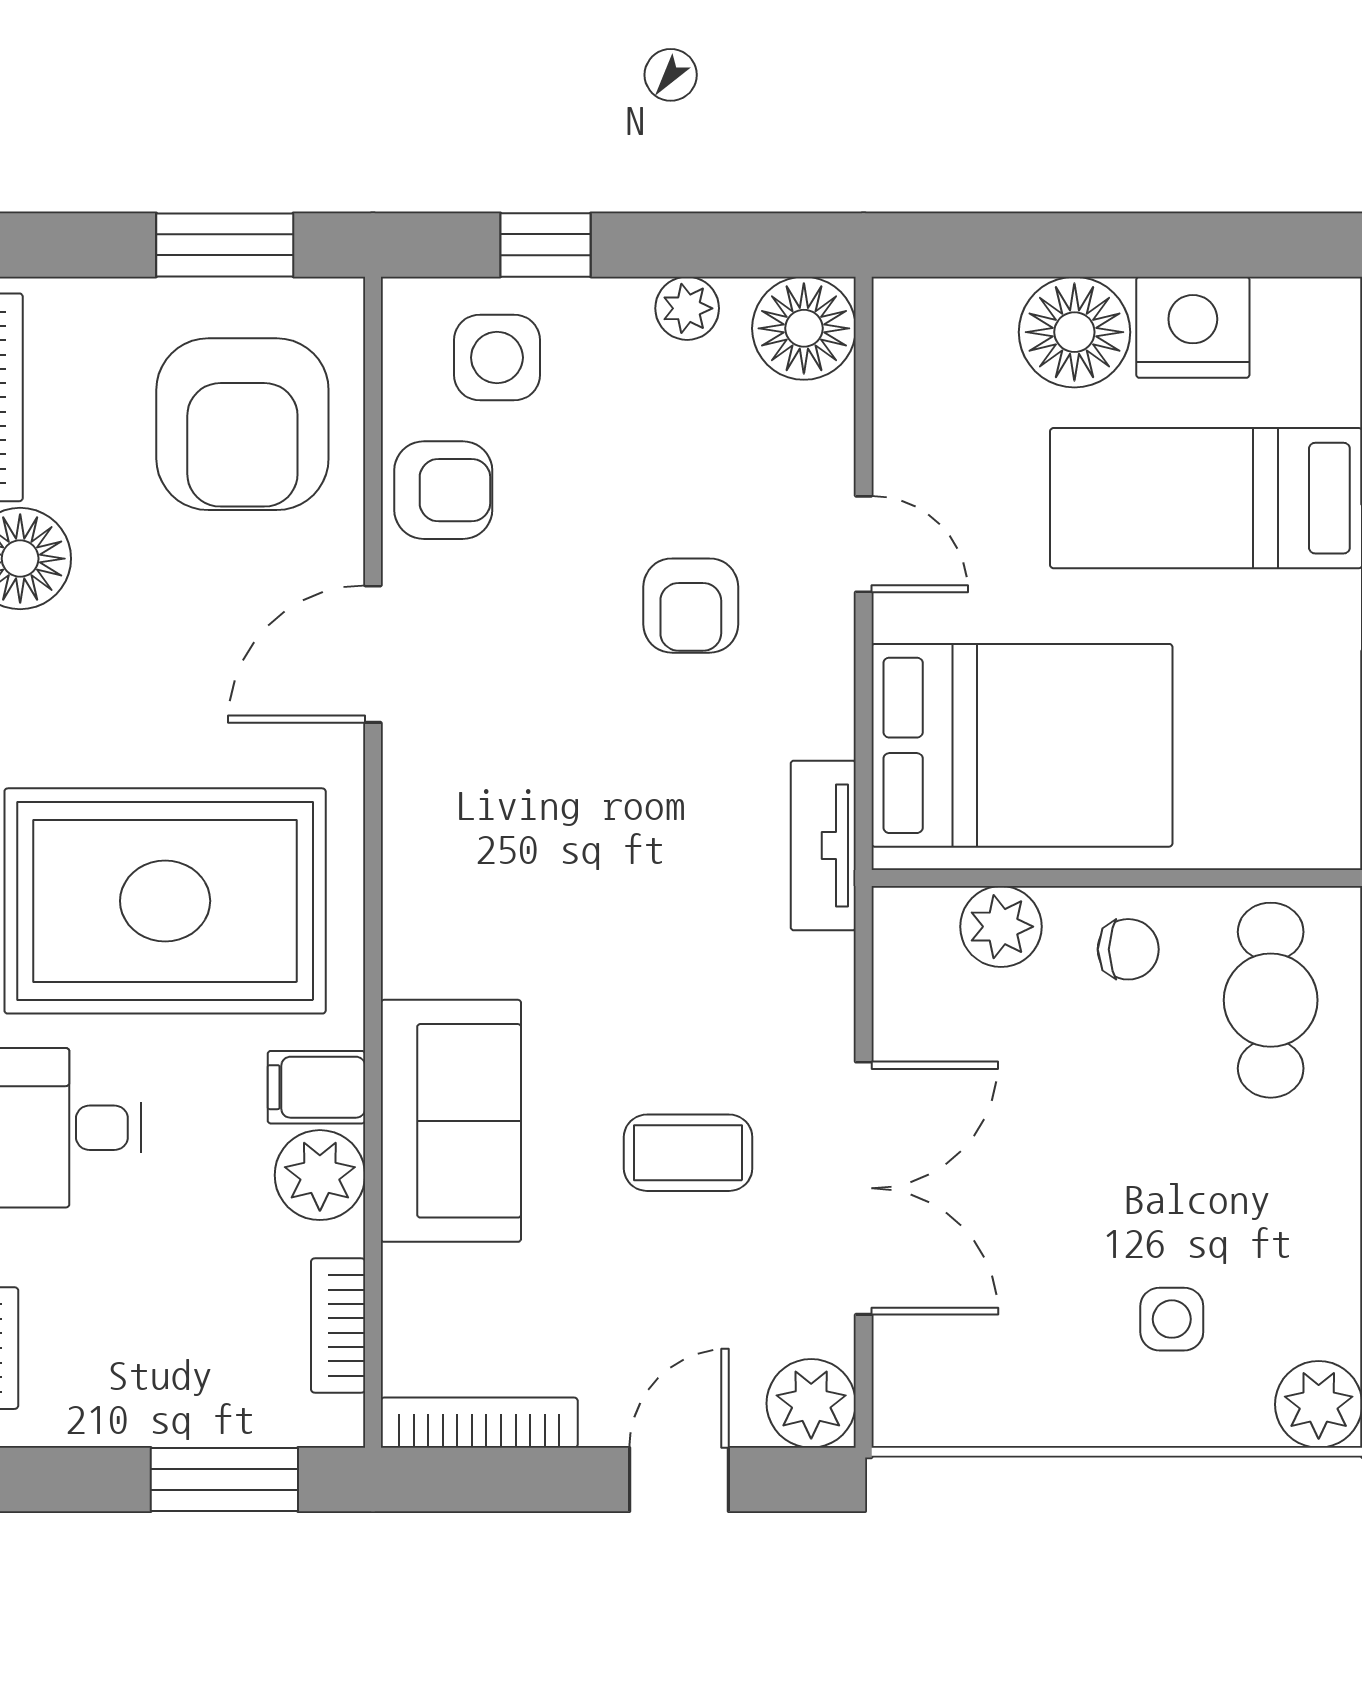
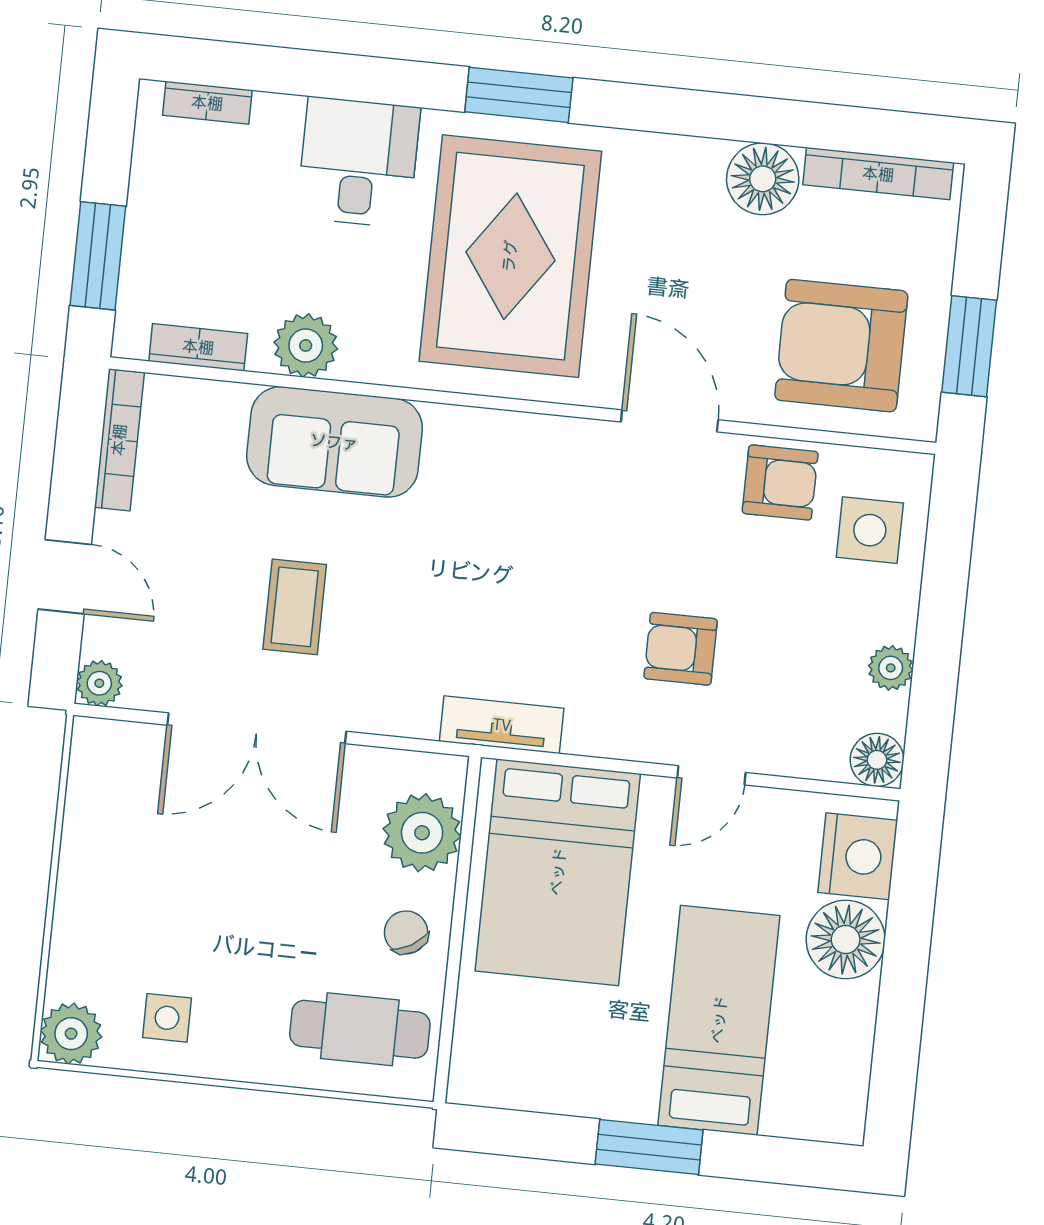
window: (546, 245) -> (946, 573), removed
nightstand: (1193, 327) -> (858, 856), moved
floor lamp: (804, 328) -> (877, 760), width x0.73, depth x0.73
armchair: (443, 490) -> (780, 482), turned -90
plant: (1001, 927) -> (422, 833), width x1.36, depth x1.36
chair: (1128, 949) -> (406, 932), turned 149
filing cabinet: (316, 1087) -> (368, 349), removed
side table: (1172, 1319) -> (167, 1018), moved
plant: (811, 1403) -> (99, 683), width x0.73, depth x0.73

